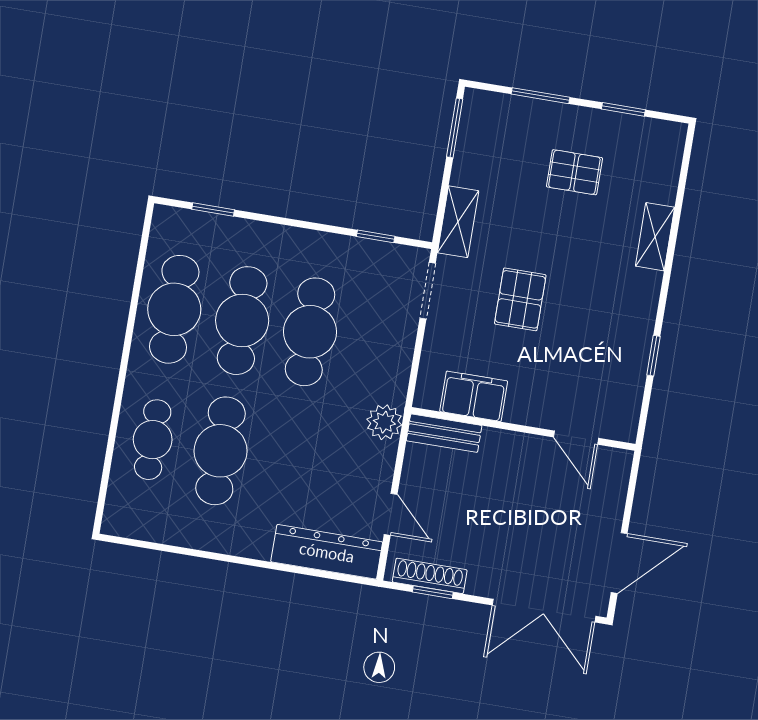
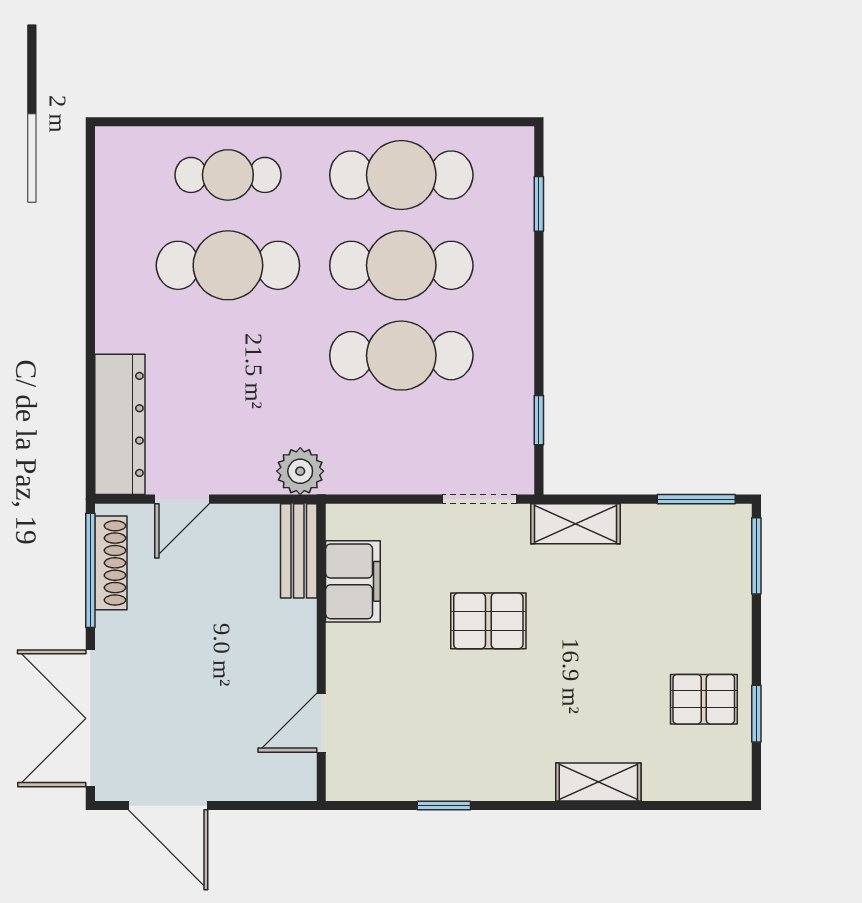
window: (540, 96) -> (756, 556), moved
pallet: (574, 172) -> (704, 699), moved, turned 90
window: (433, 592) -> (90, 570), width x2.17

